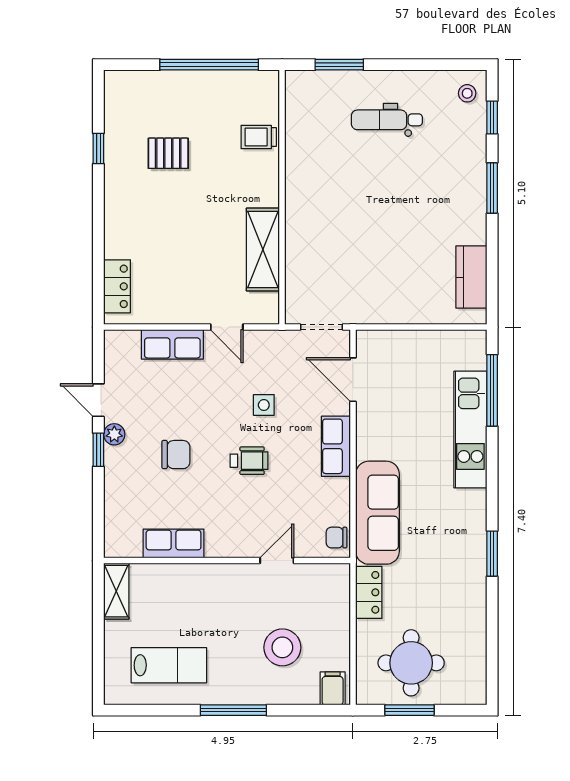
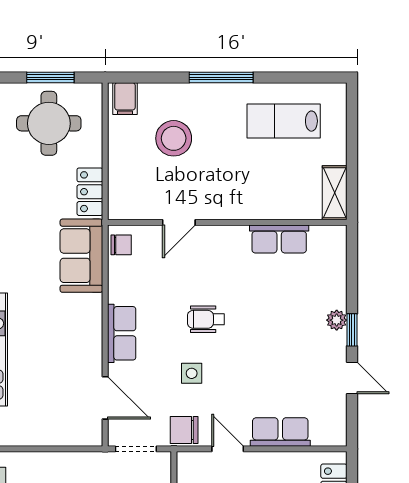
plant: (114, 434) -> (337, 320), moved
chair: (176, 455) -> (184, 430), moved
sofa: (377, 513) -> (81, 256), width x0.73

